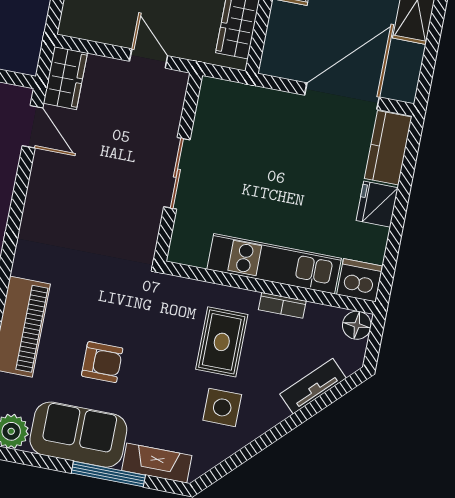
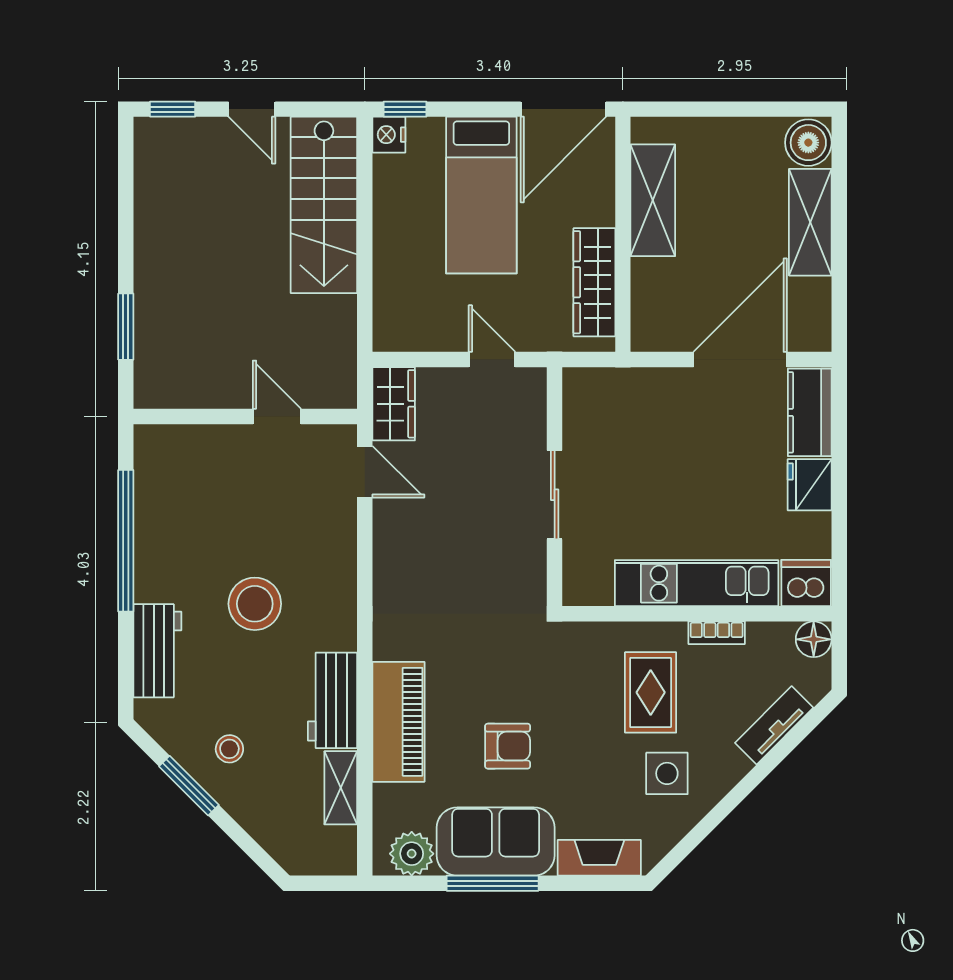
window: (108, 474) -> (493, 883), moved

